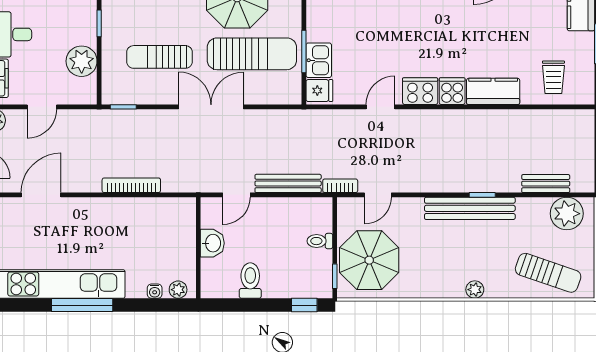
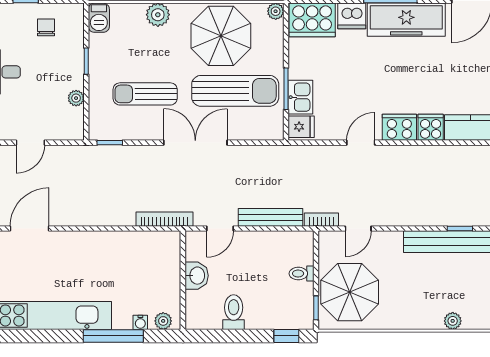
plant: (82, 61) -> (76, 98), width x0.53, depth x0.53
bookcase: (131, 185) -> (164, 219), moved
window: (82, 305) -> (113, 336), moved

